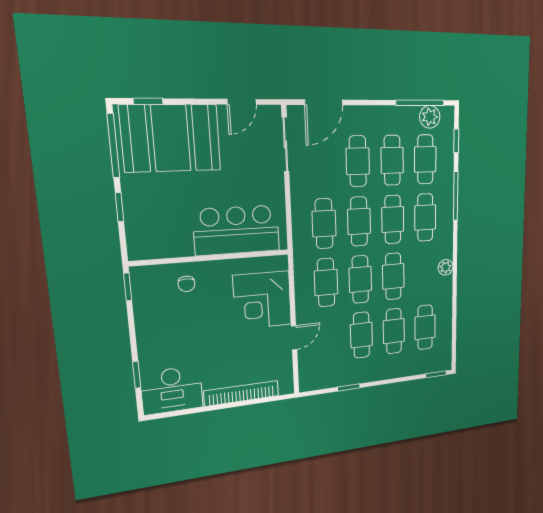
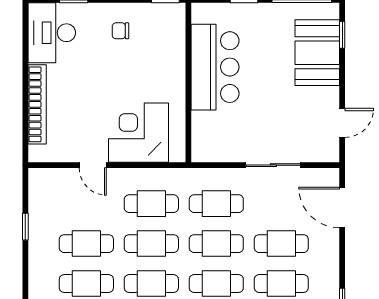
door: (242, 102) -> (342, 123), swing flipped
booth: (171, 138) -> (317, 53), width x0.73, depth x0.70
sliding door: (285, 144) -> (273, 165), moved
bar counter: (237, 230) -> (215, 67), moved
chair: (186, 284) -> (120, 31), moved

